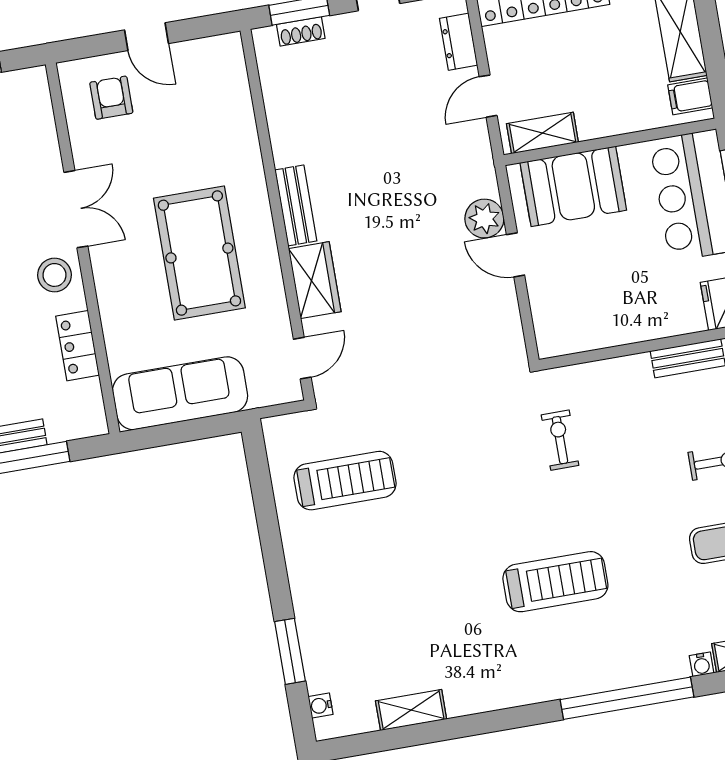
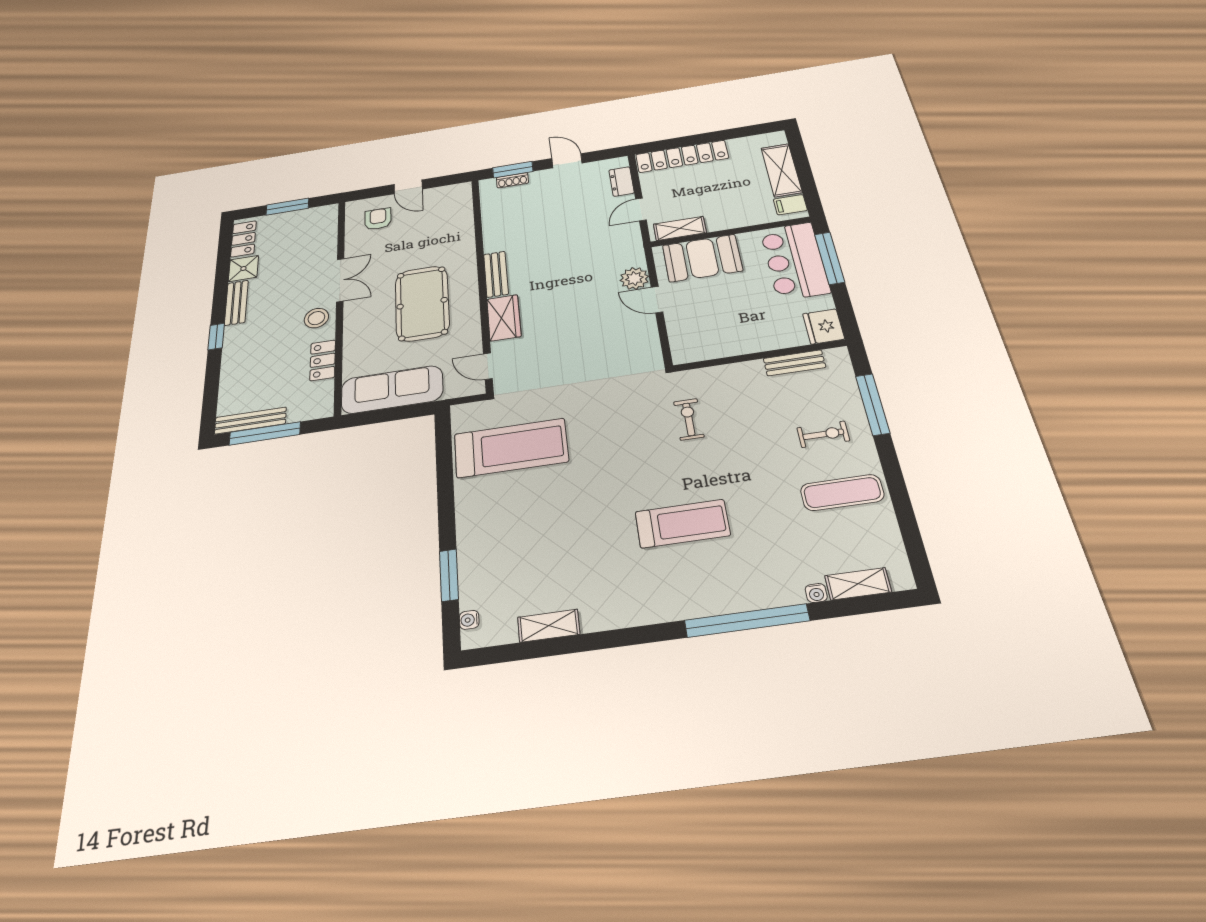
door: (302, 358) -> (488, 366), swing flipped
treadmill: (345, 481) -> (511, 448), width x1.37, depth x1.38

